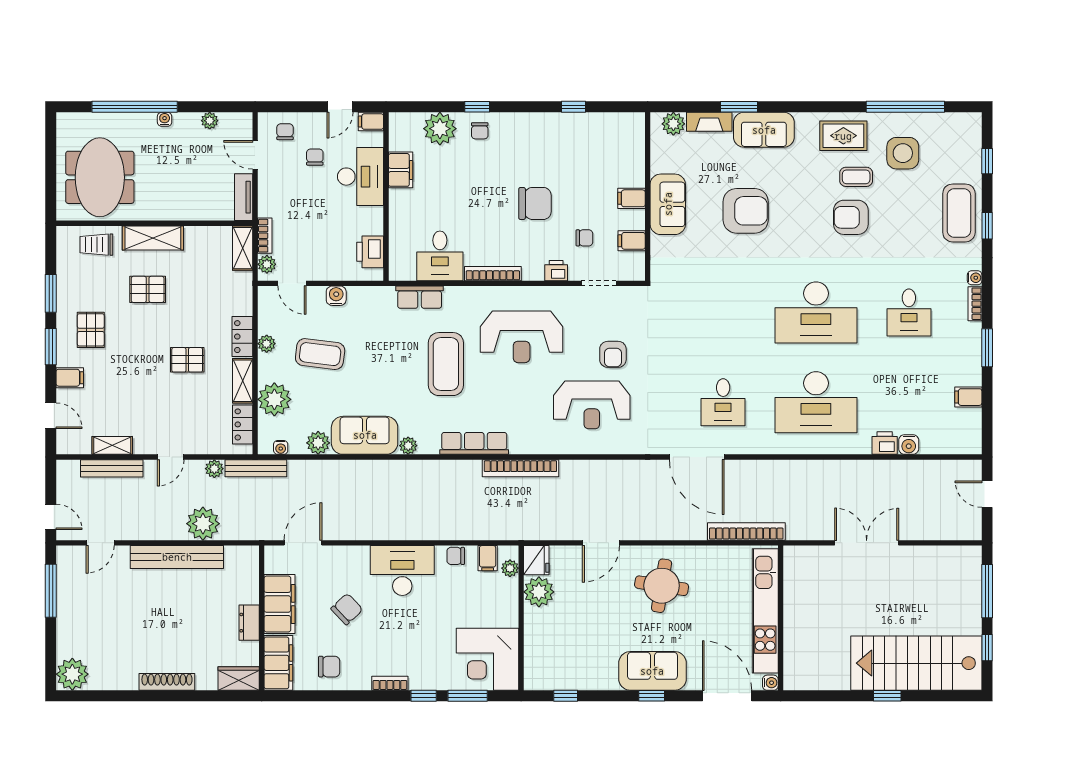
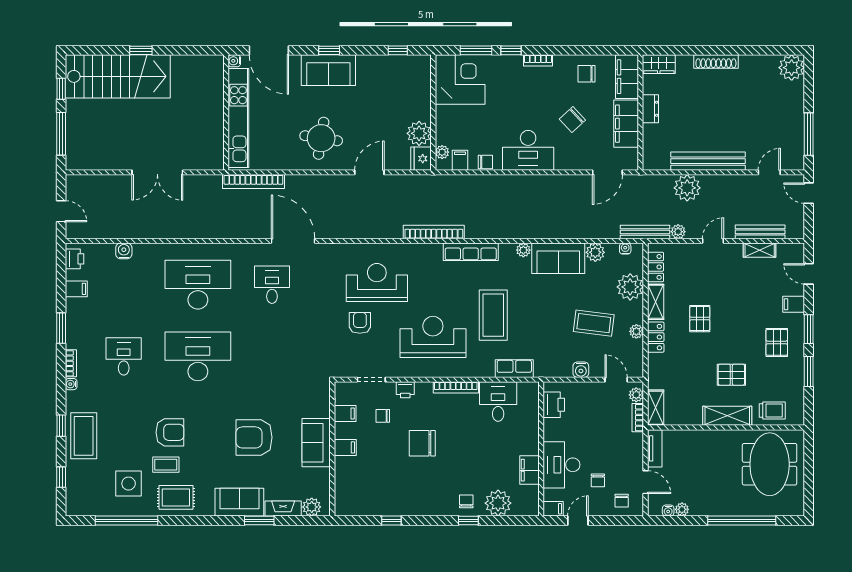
water cooler: (165, 119) -> (668, 511), moved
pallet: (187, 360) -> (700, 319), turned 90
printer: (885, 443) -> (75, 259), moved, turned -90

